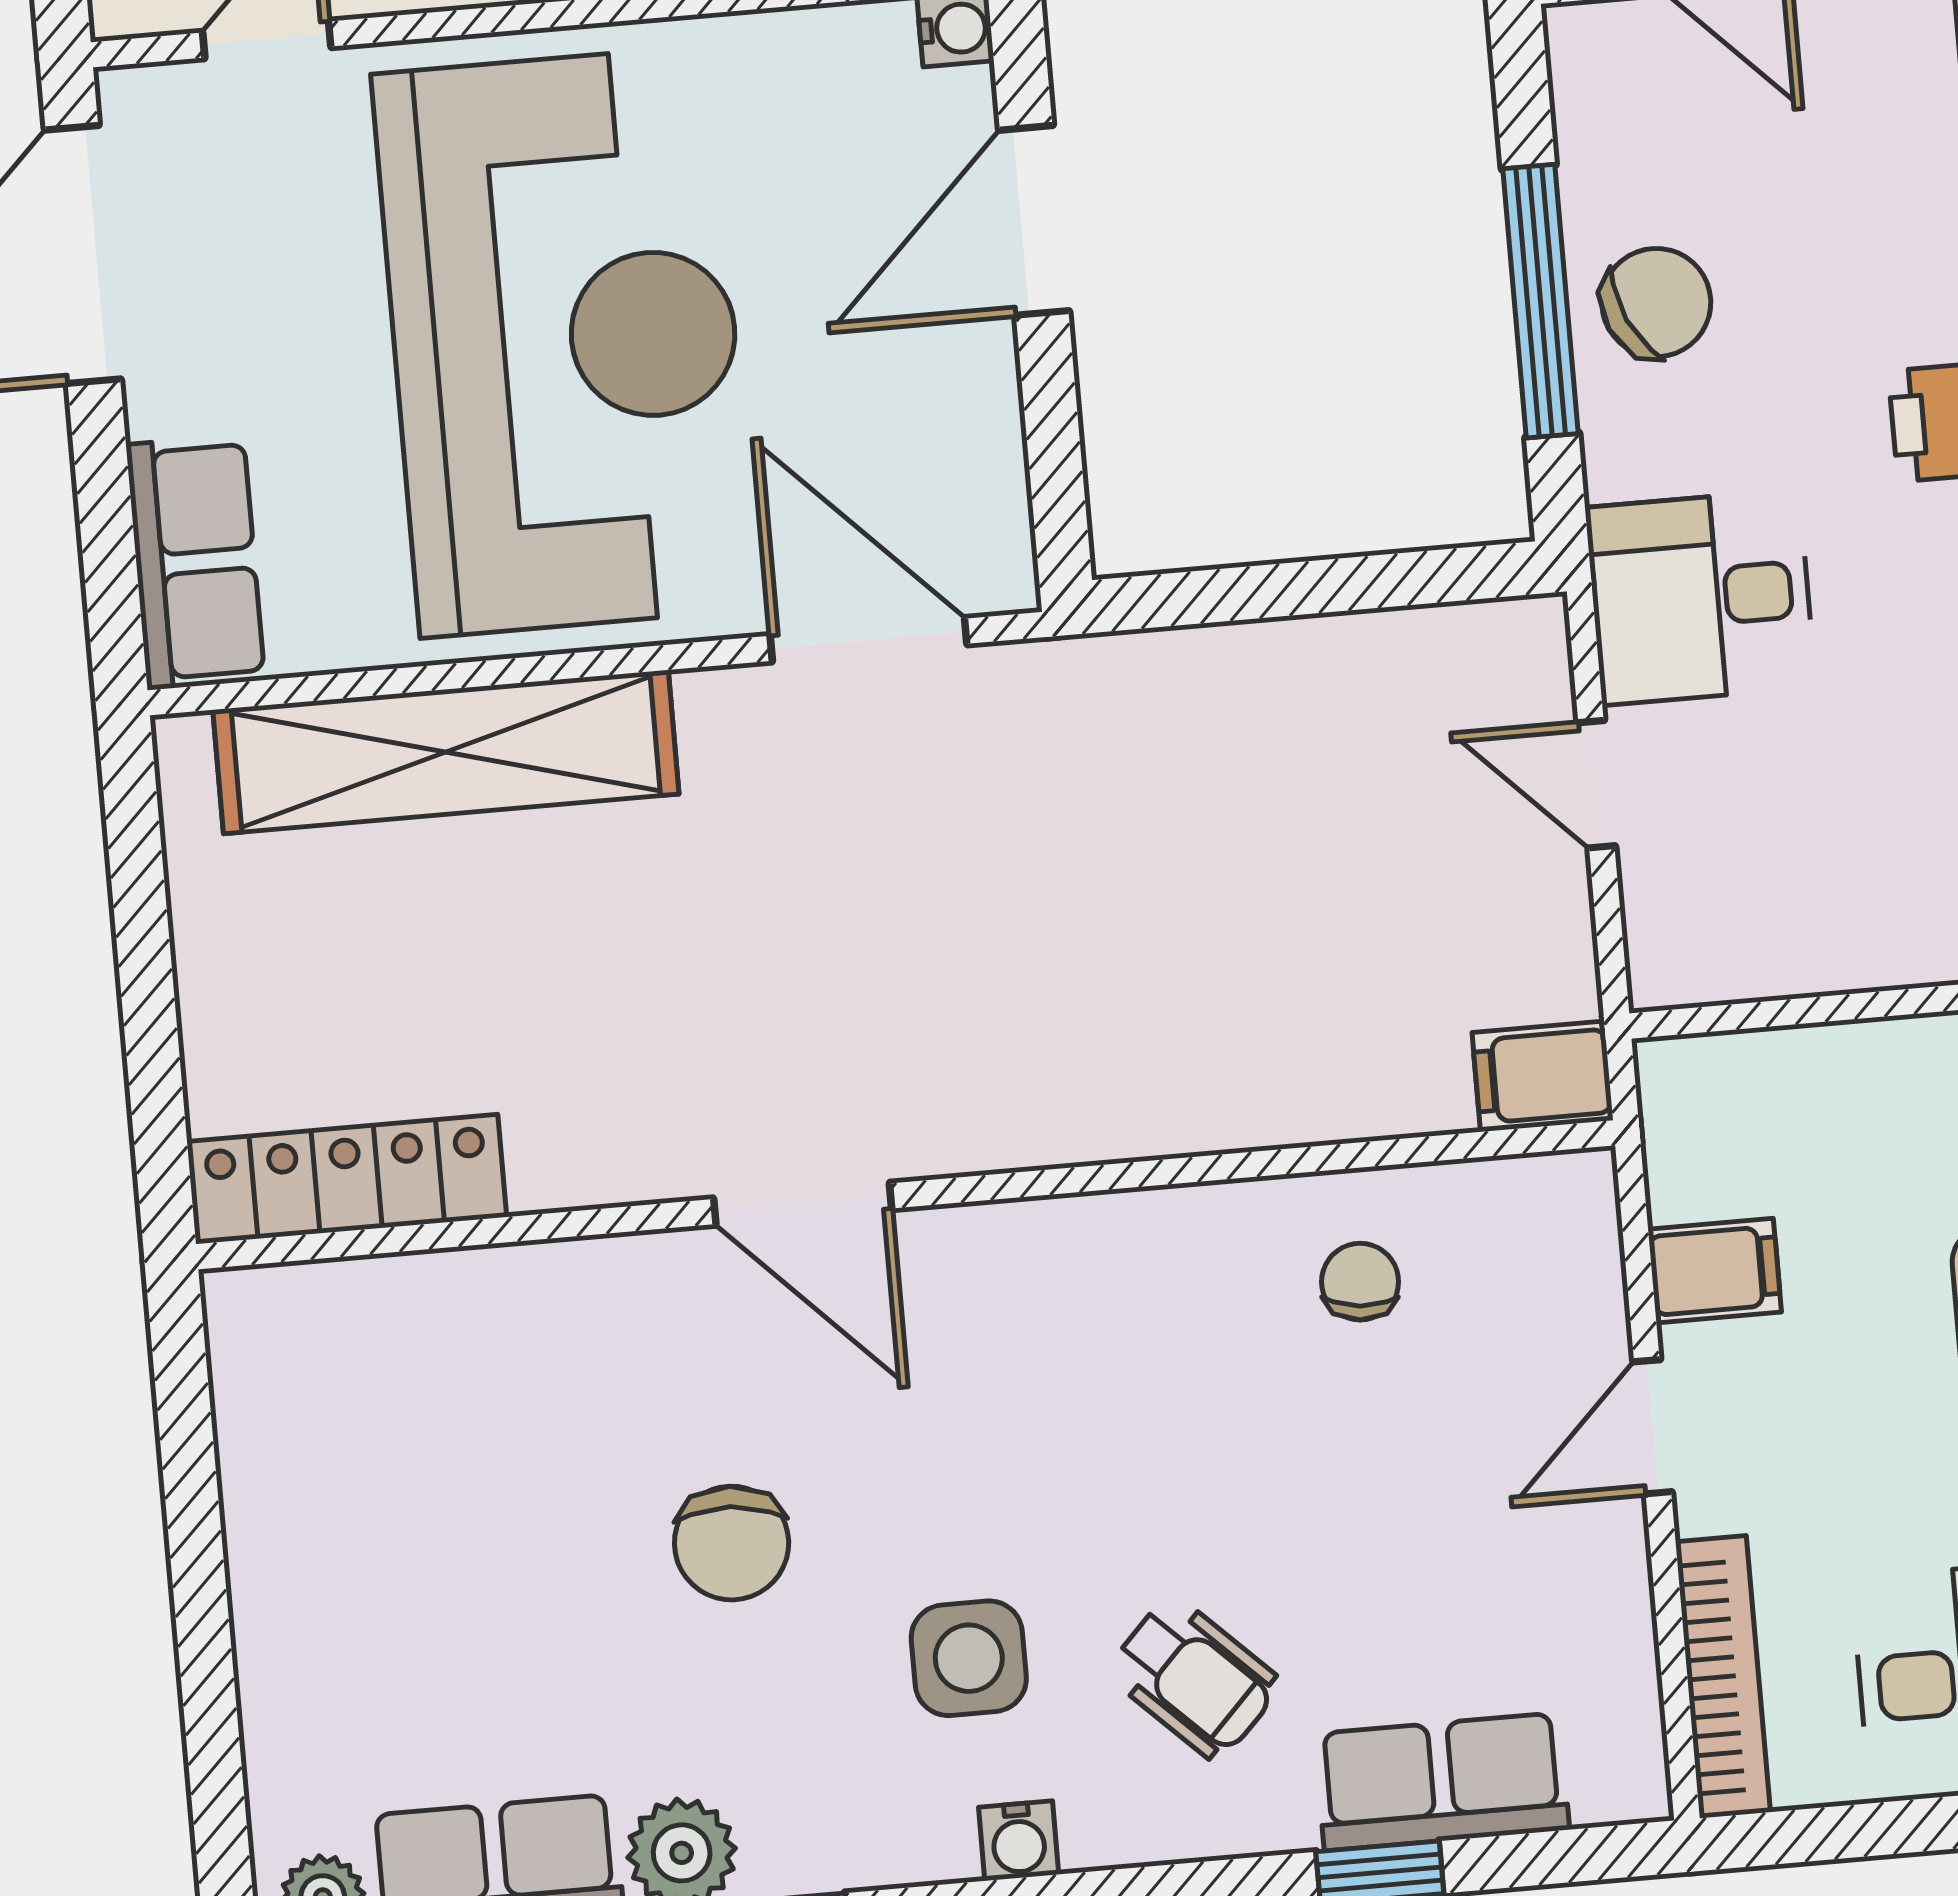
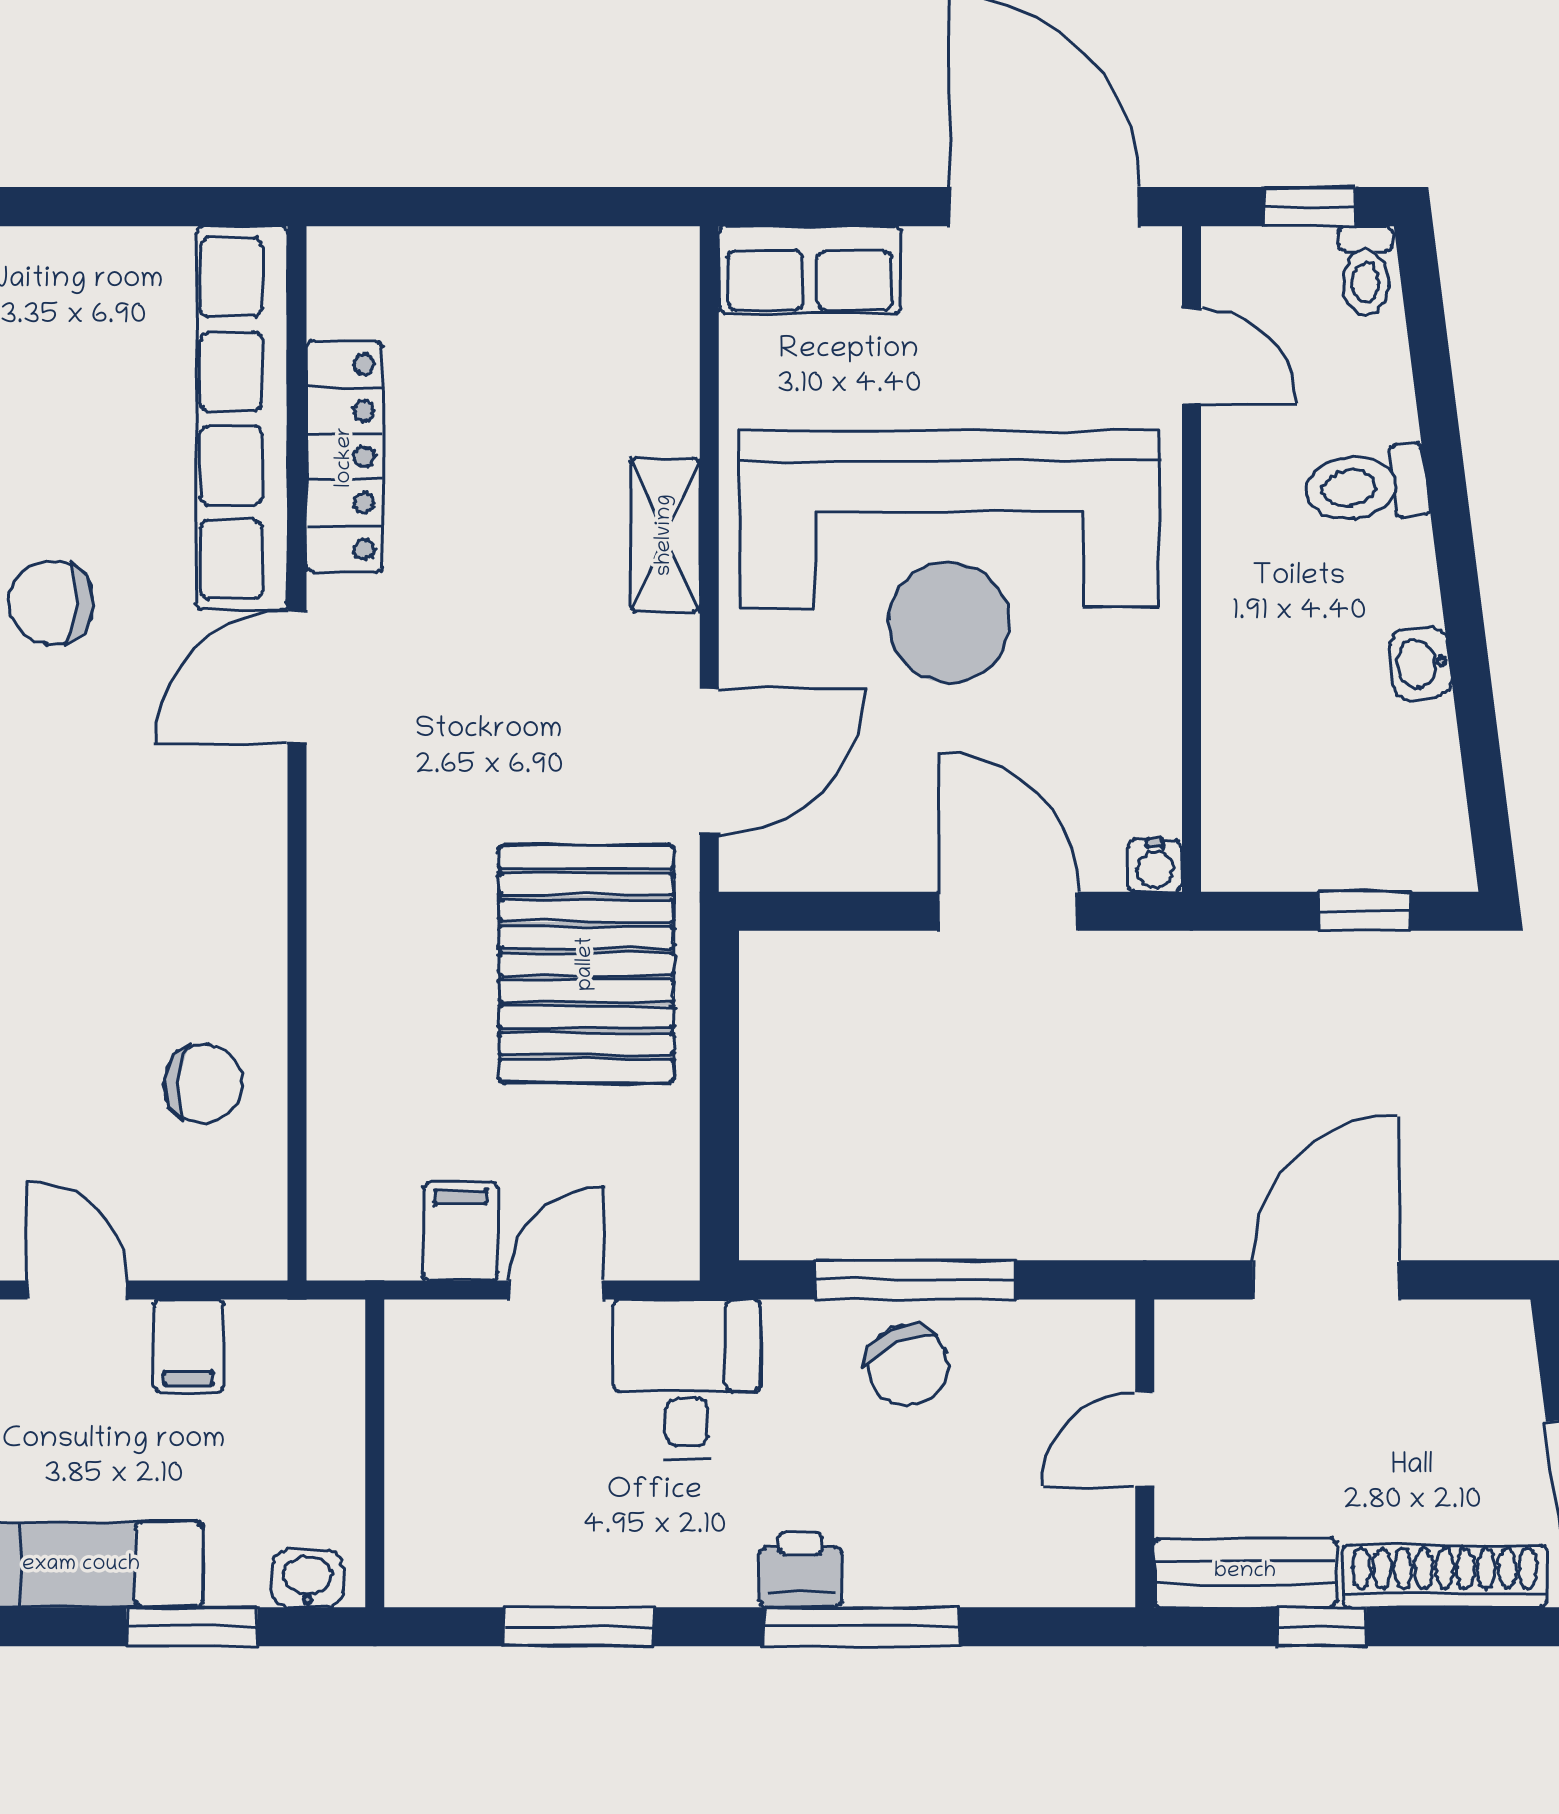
shelving: (446, 752) -> (665, 535), width x0.45, depth x0.75
pallet: (1154, 781) -> (586, 964), added
filing cabinet: (1543, 1076) -> (461, 1231), moved
locker: (347, 1179) -> (345, 457), moved
chair: (1360, 1282) -> (204, 1083), width x1.37, depth x1.37
row of seats: (462, 1308) -> (242, 418), added

